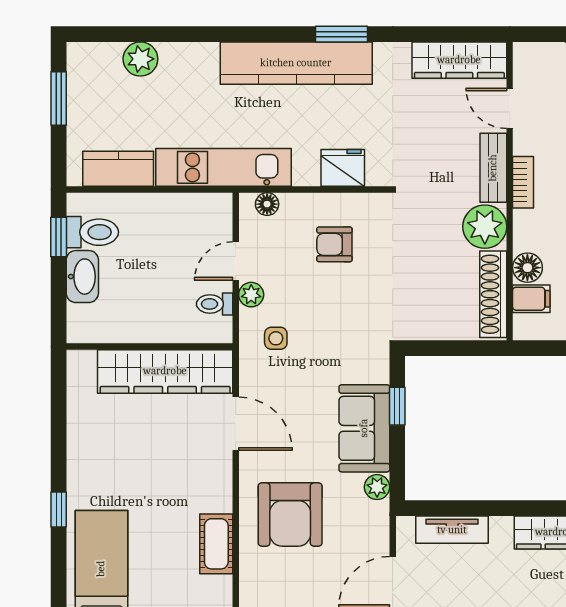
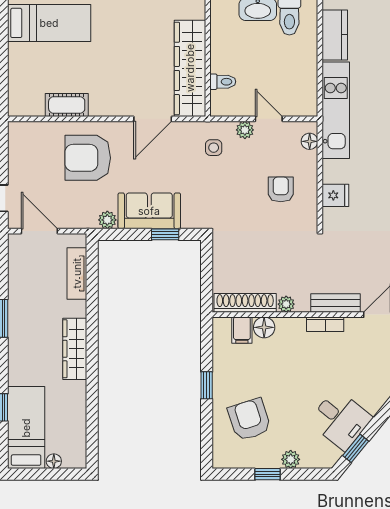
fridge: (343, 168) -> (335, 195), width x0.72
plant: (485, 227) -> (286, 304), width x0.53, depth x0.53
toilet: (215, 304) -> (223, 82), moved, turned 90

